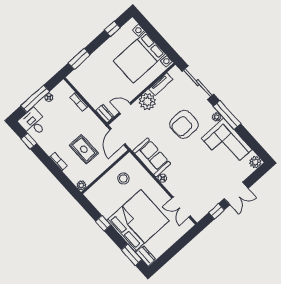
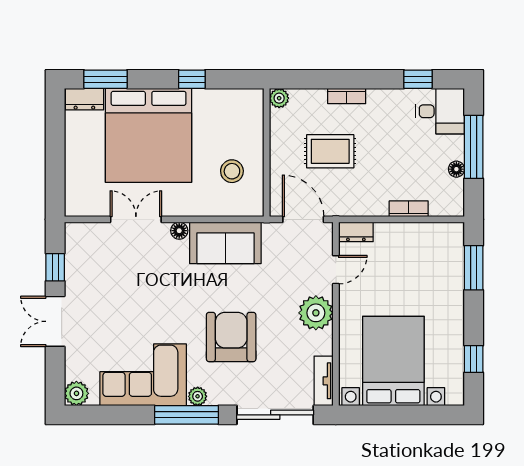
tv unit: (161, 84) -> (324, 381), moved
double door: (181, 207) -> (136, 219), moved

